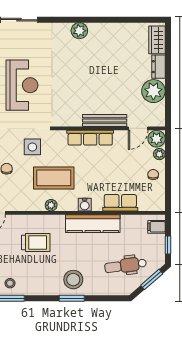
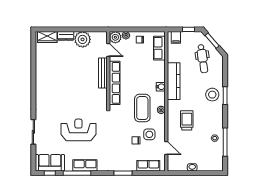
plant: (79, 31) -> (41, 90), removed
row of seats: (90, 138) -> (115, 83), width x1.36
side table: (32, 147) -> (149, 134), moved
row of seats: (120, 203) -> (159, 48), moved

